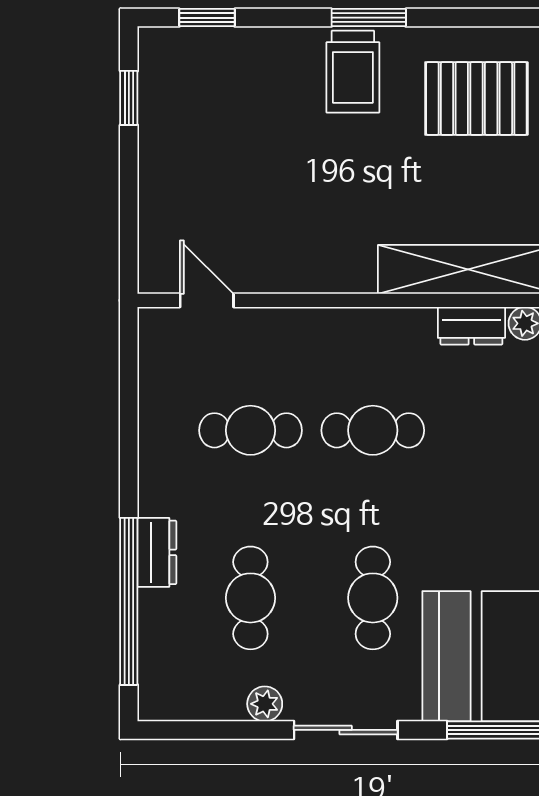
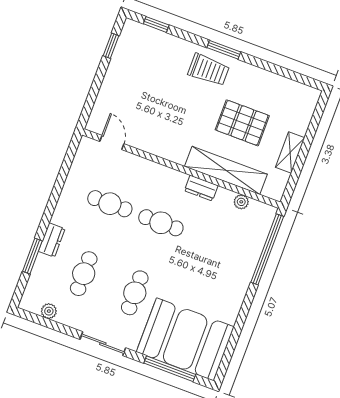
trolley: (353, 72) -> (209, 70), turned -90
pallet: (476, 99) -> (242, 123), moved
dresser: (471, 326) -> (201, 188), moved
window: (129, 601) -> (32, 256), width x0.47
plant: (265, 704) -> (49, 311), moved

